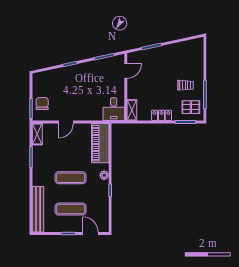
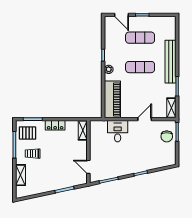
shelving: (198, 62) -> (21, 175), added
door: (126, 71) -> (88, 167), hinge flipped
desk: (114, 109) -> (118, 131), moved
bench: (38, 209) -> (171, 62), moved

